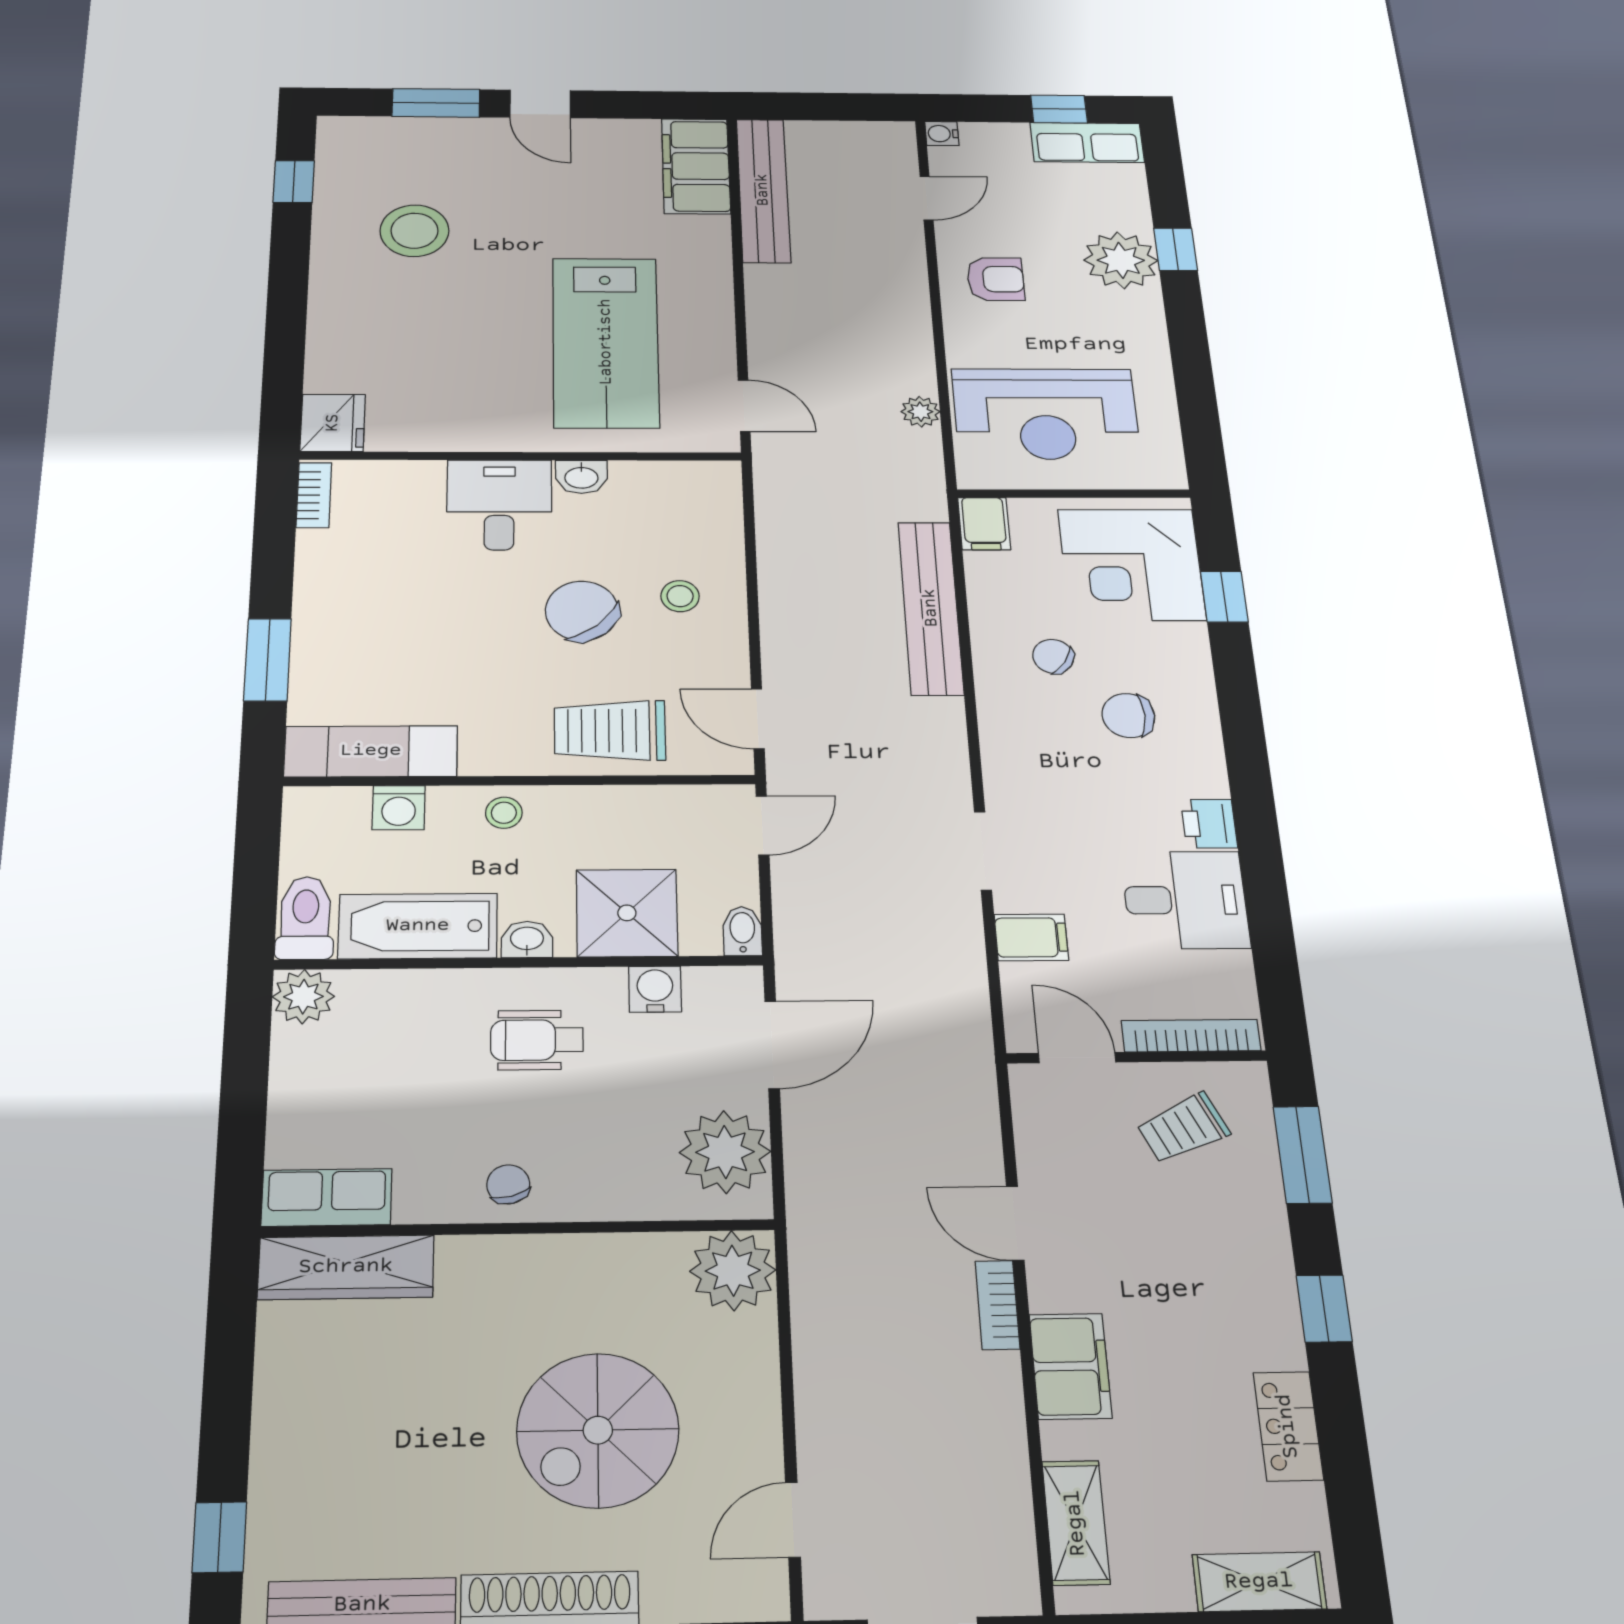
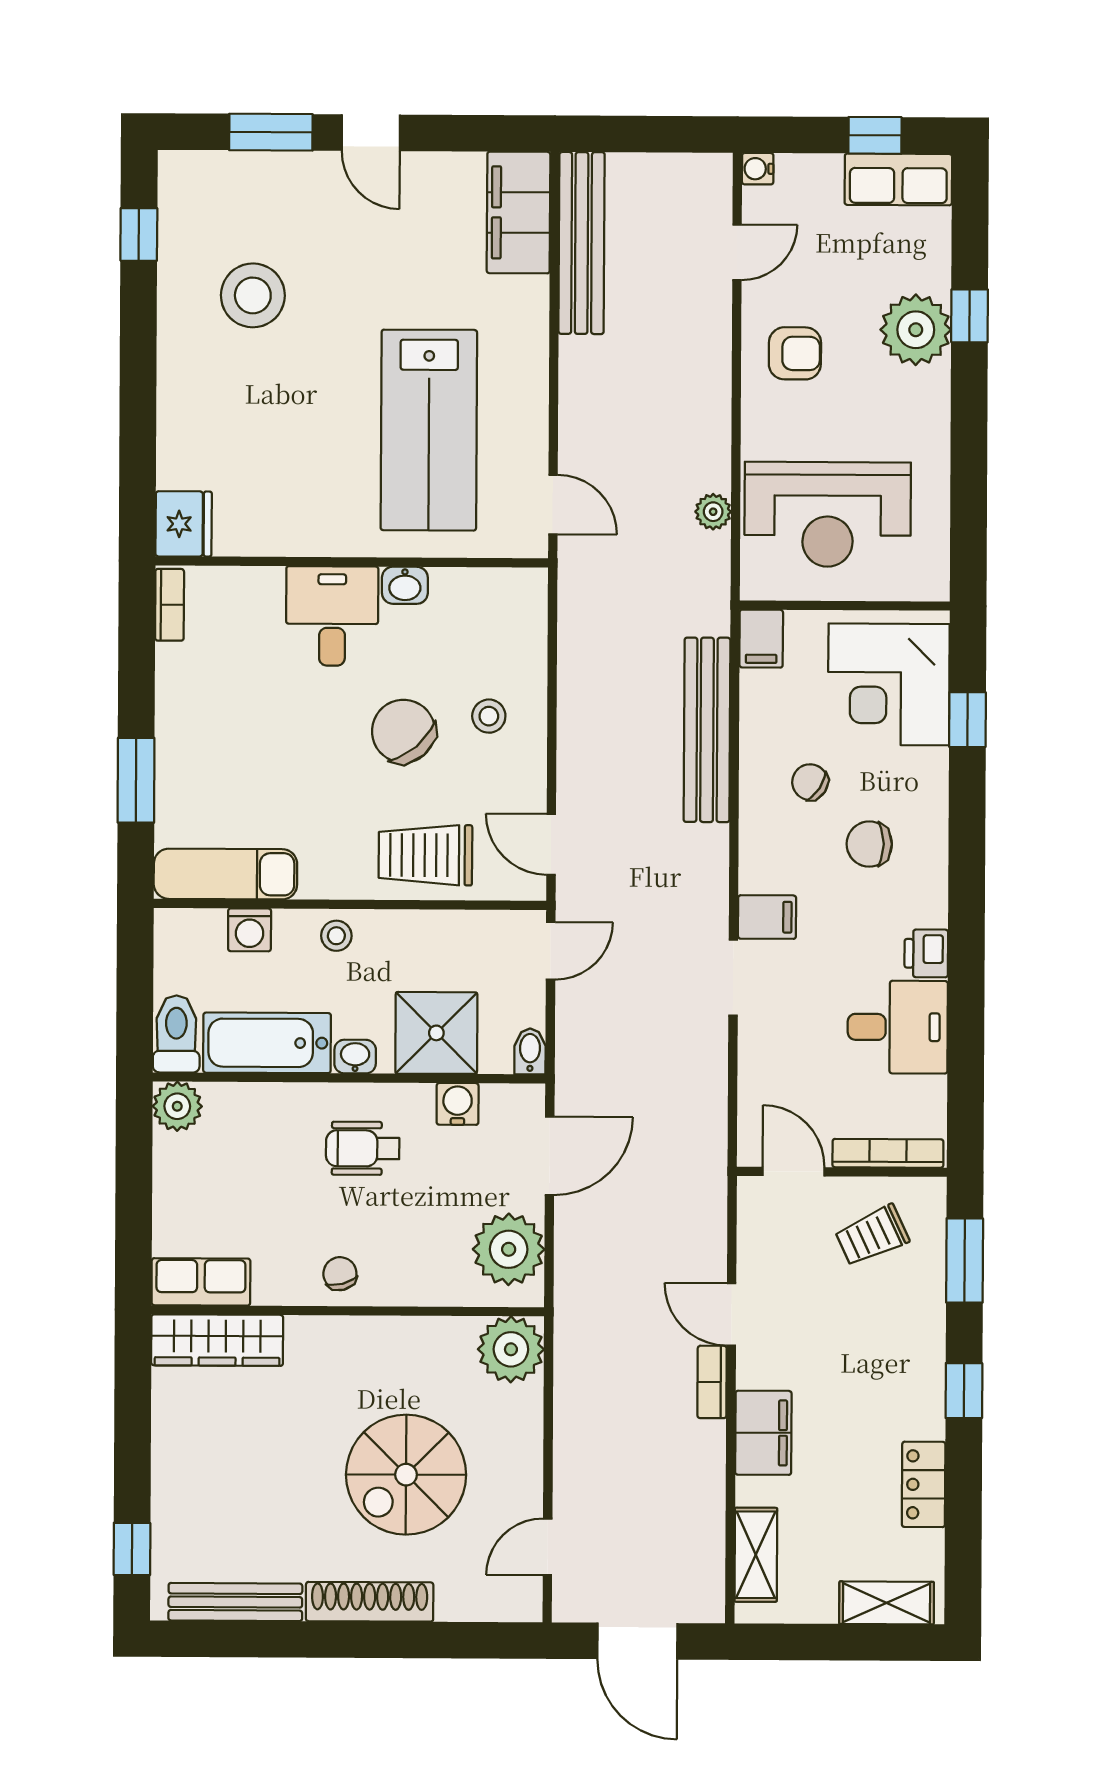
filing cabinet: (1031, 937) -> (767, 917), moved

